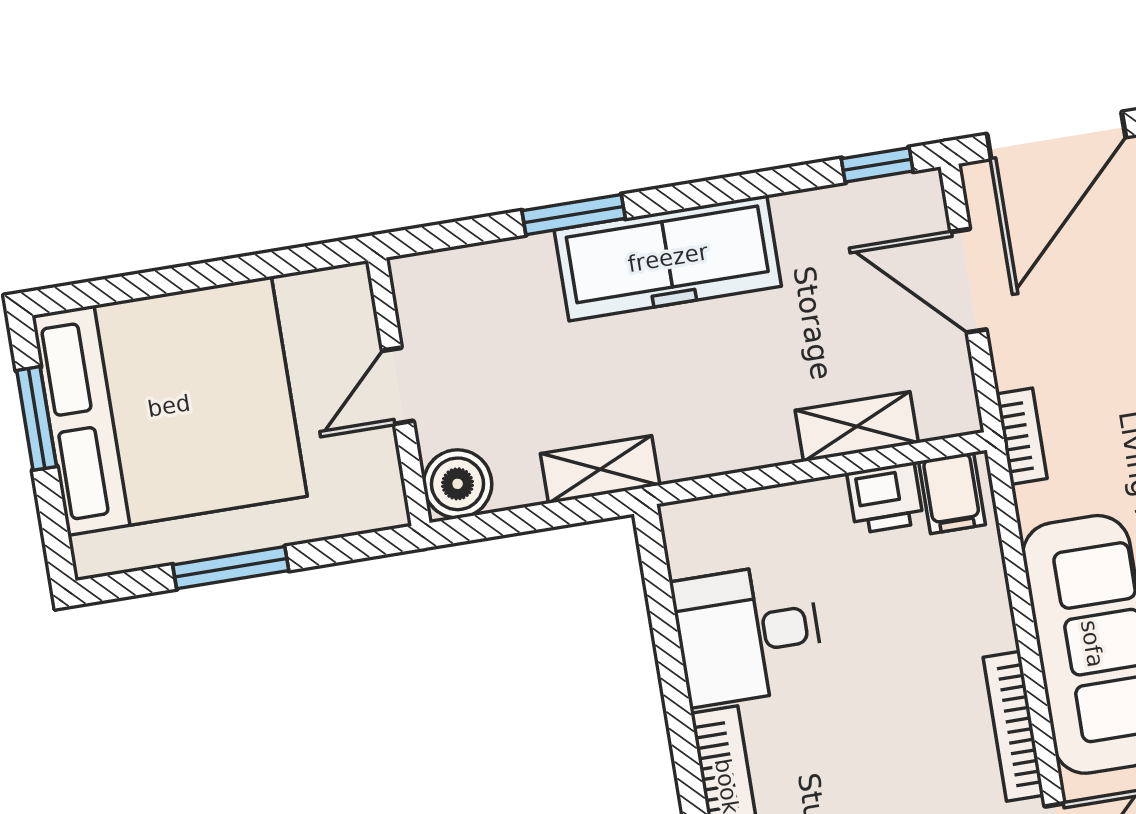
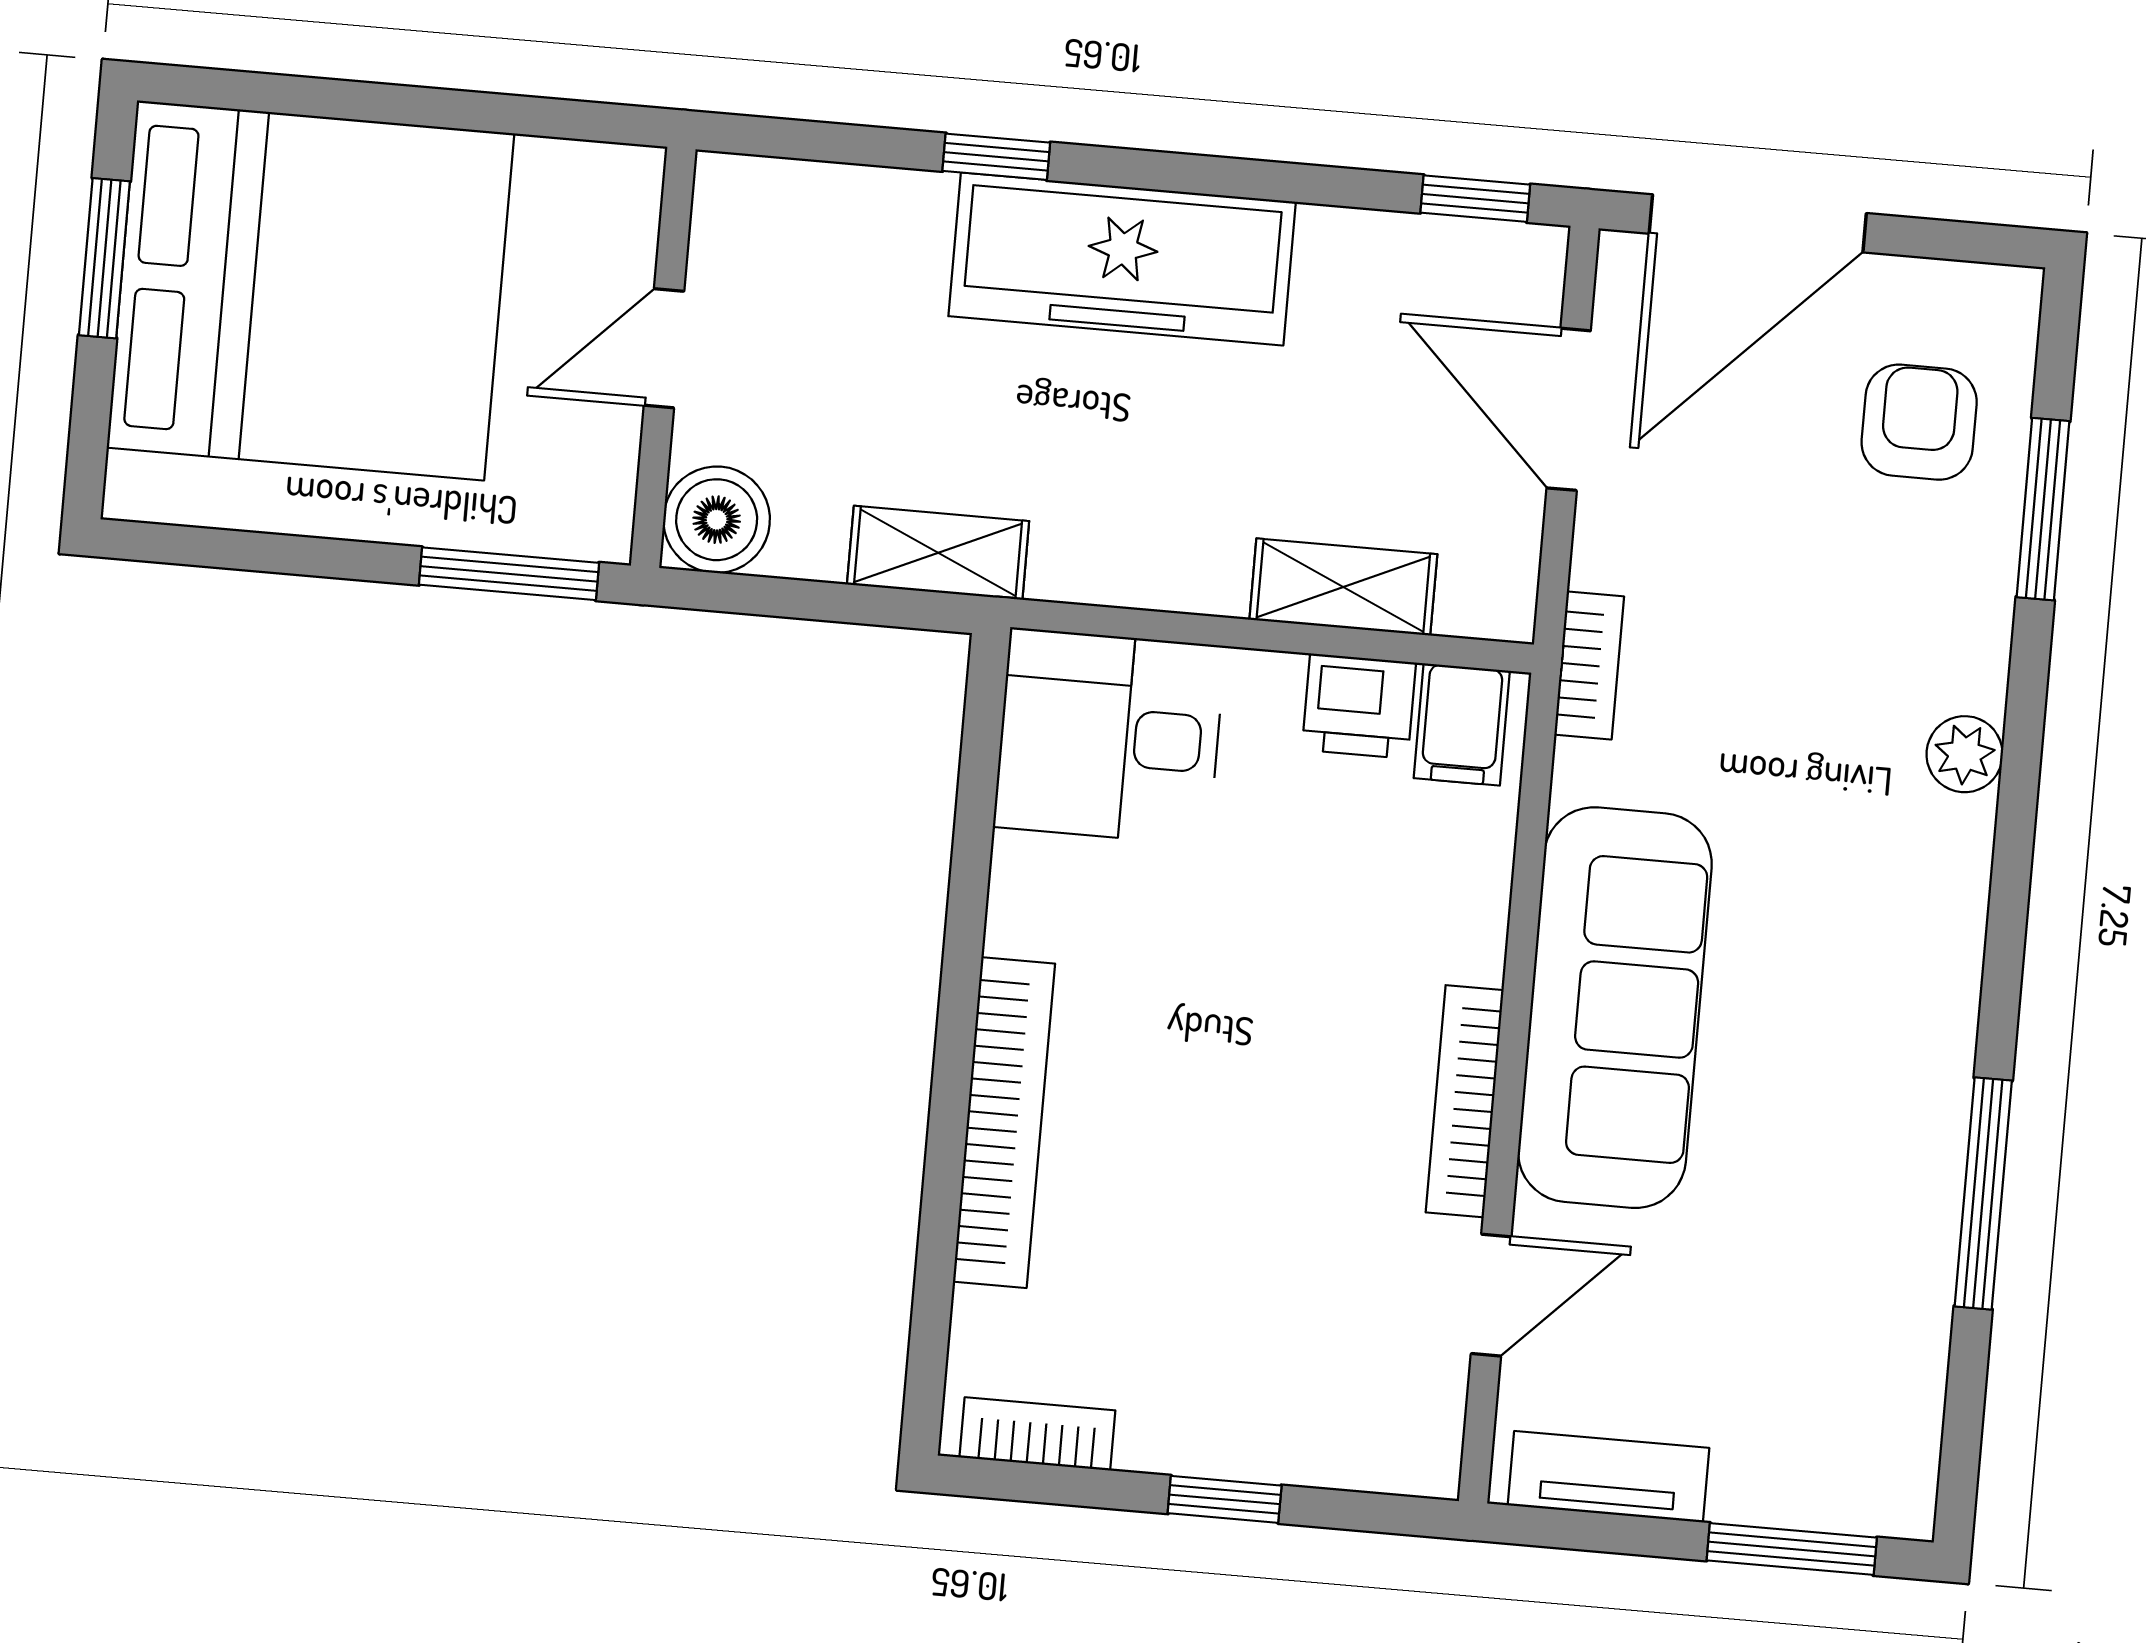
window: (574, 215) -> (996, 157), width x0.67
window: (231, 568) -> (509, 574), moved
desk: (748, 634) -> (1109, 736), moved

